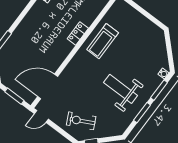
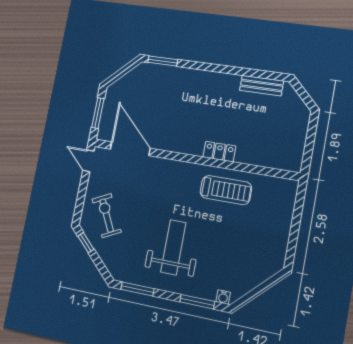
treadmill: (103, 41) -> (226, 190), turned 180
window: (142, 113) -> (137, 289), moved

